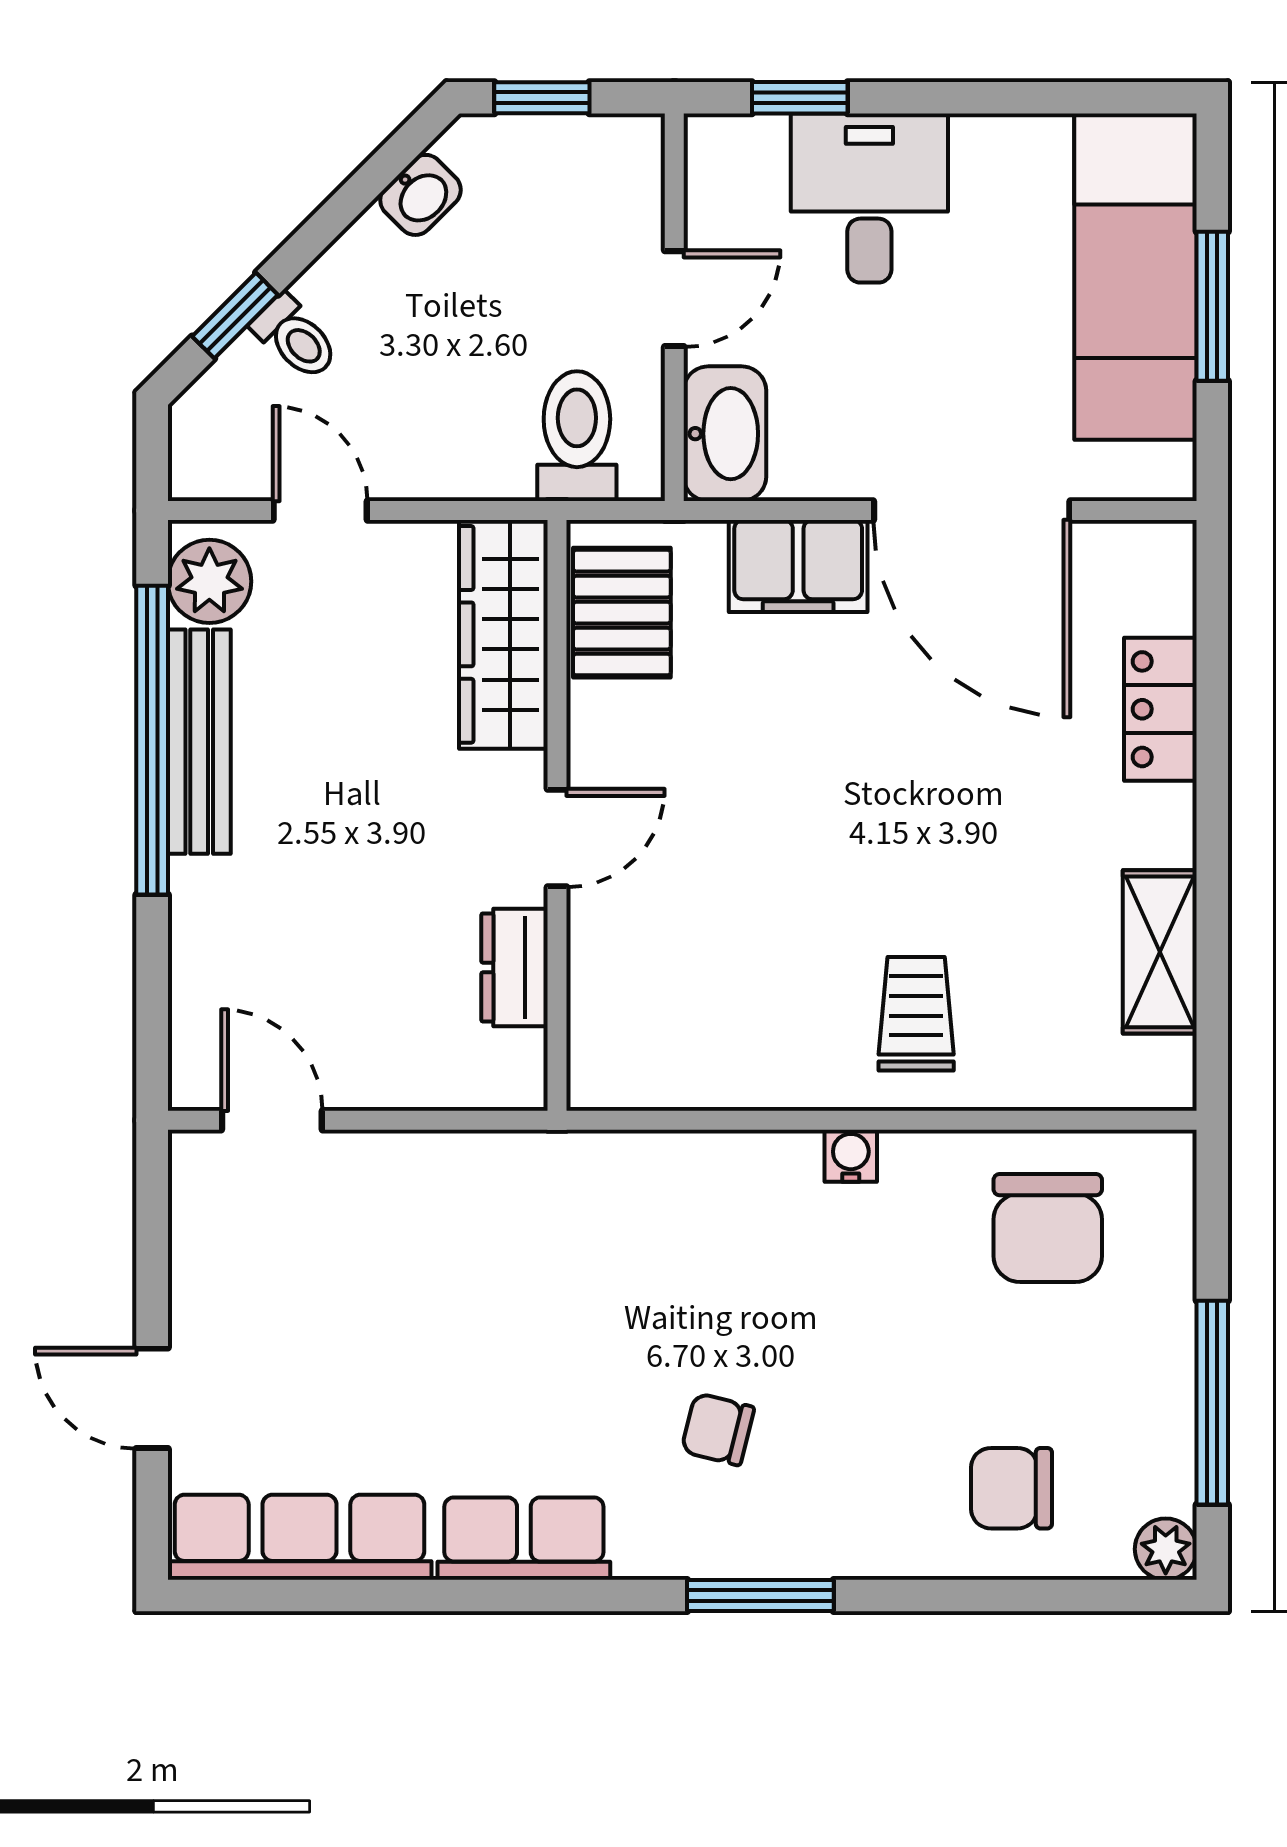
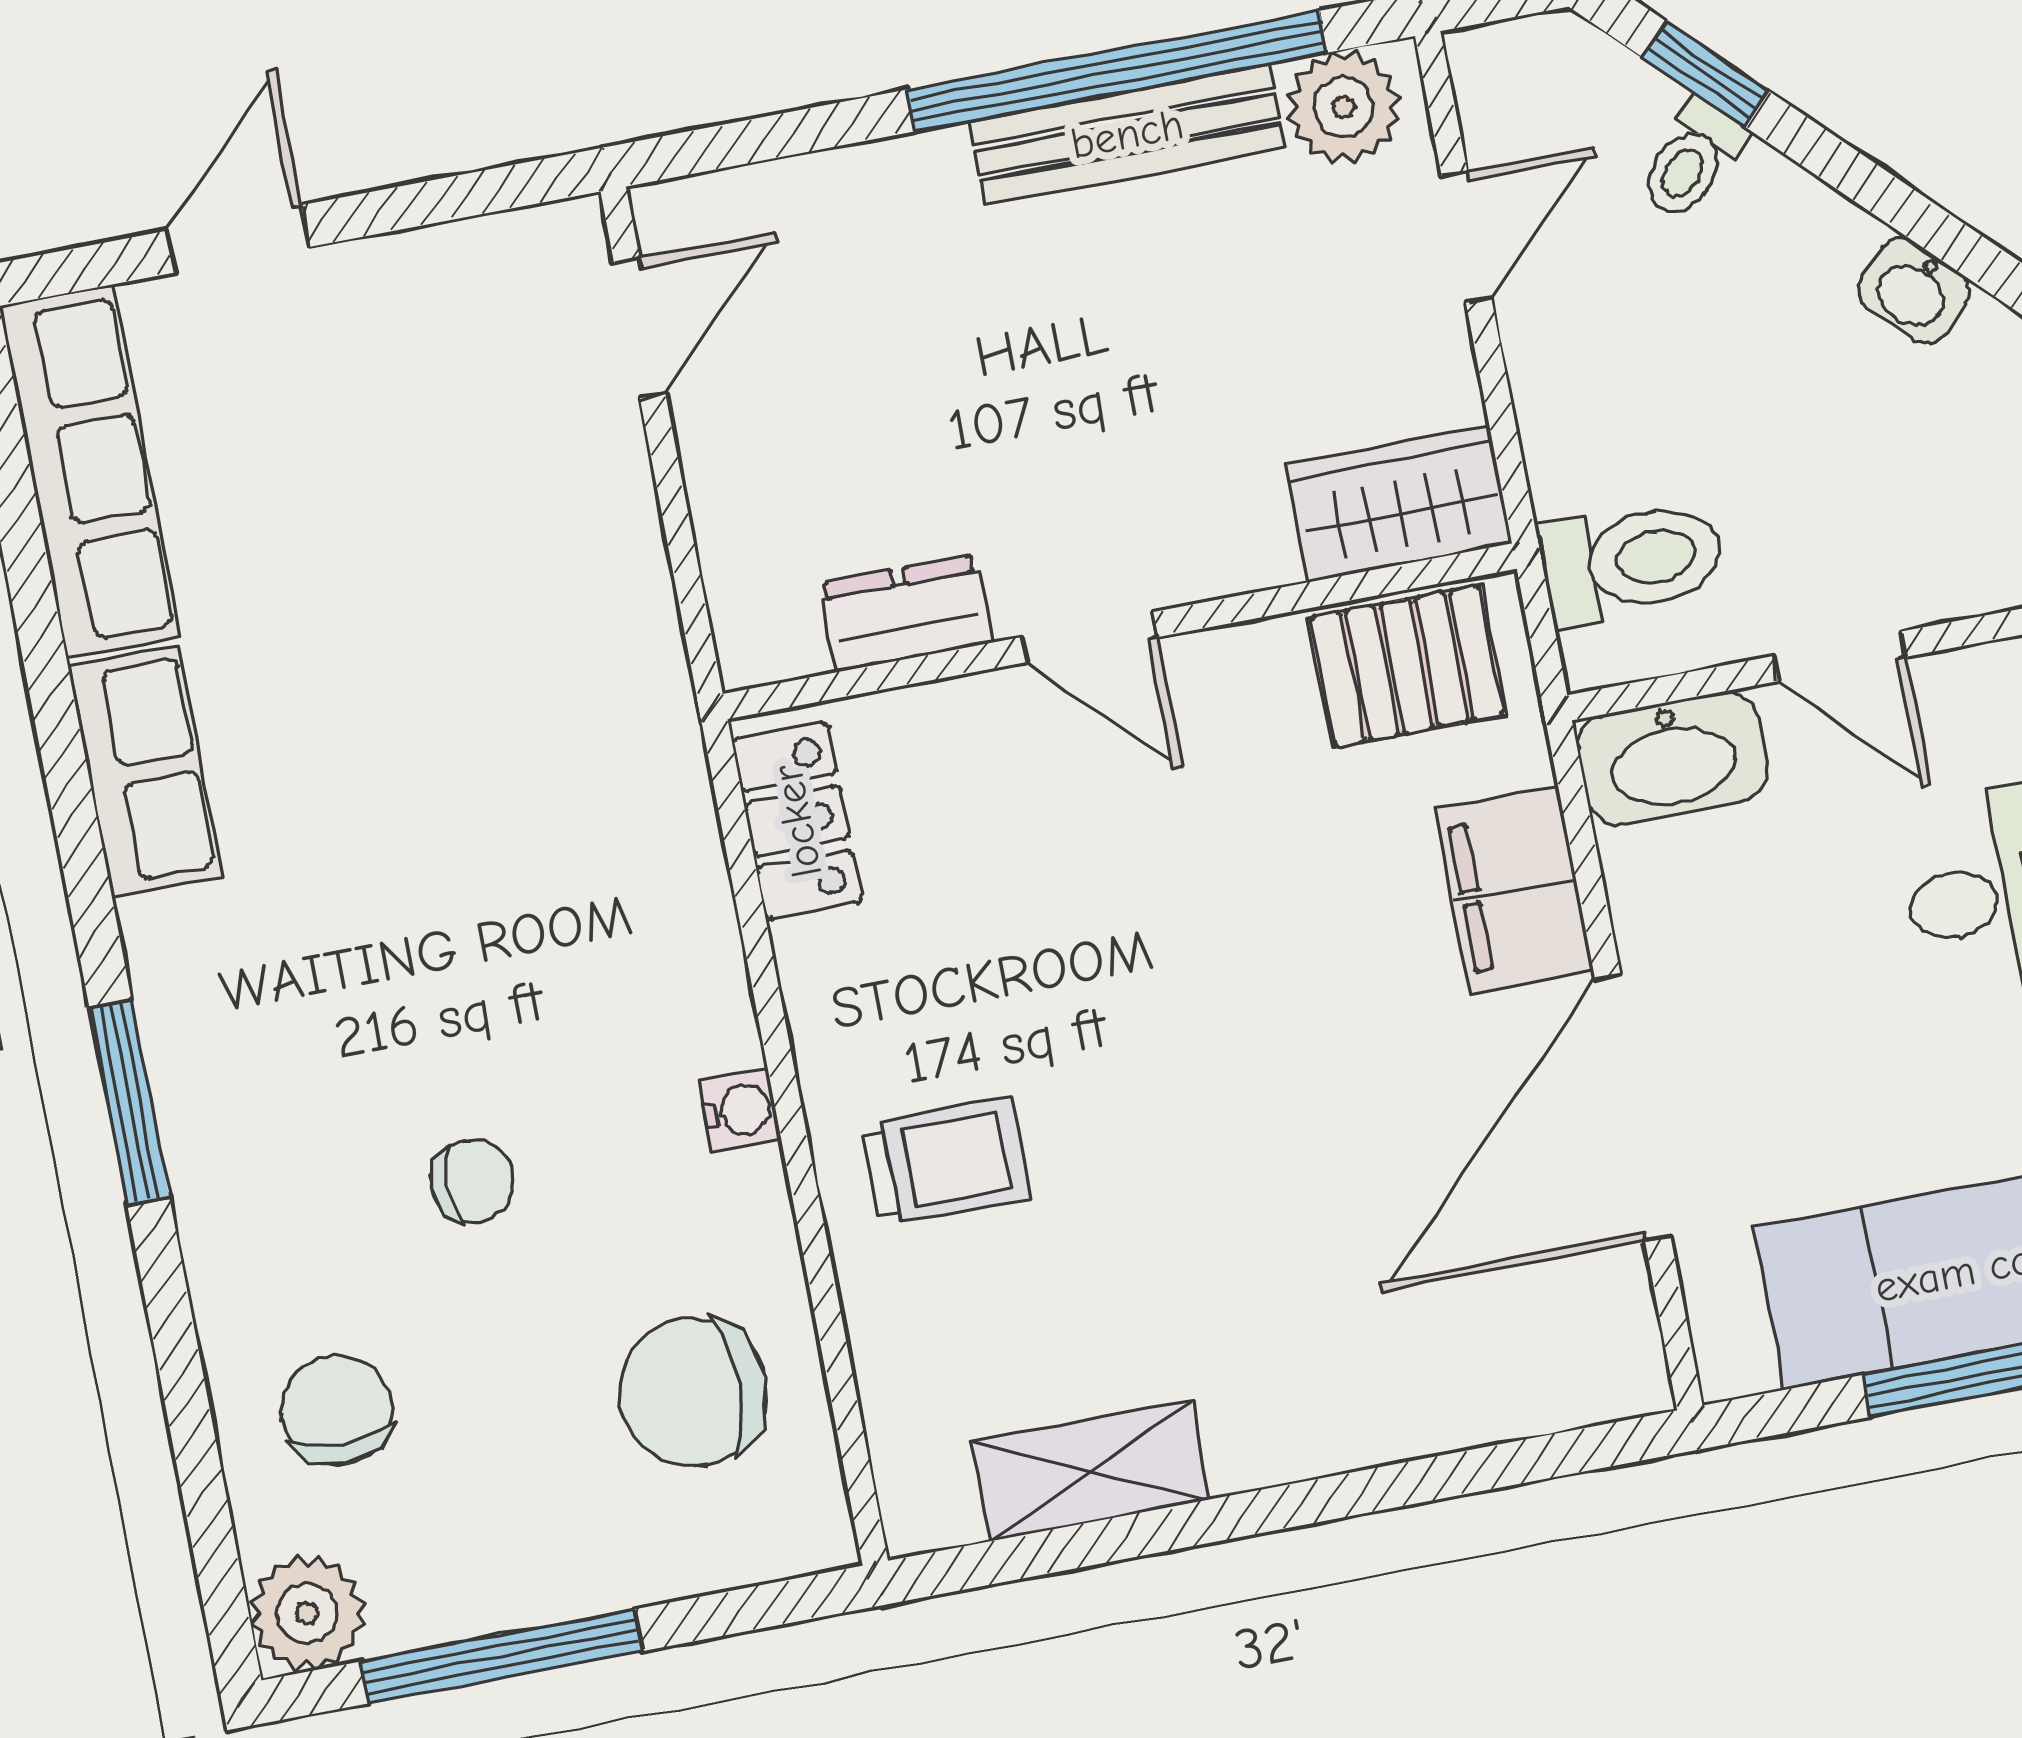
wardrobe: (503, 634) -> (1399, 504), width x0.67
locker: (1160, 709) -> (797, 821), moved, turned 90
chair: (718, 1429) -> (472, 1181), moved, turned 76
plant: (1166, 1549) -> (307, 1613), width x1.38, depth x1.38

